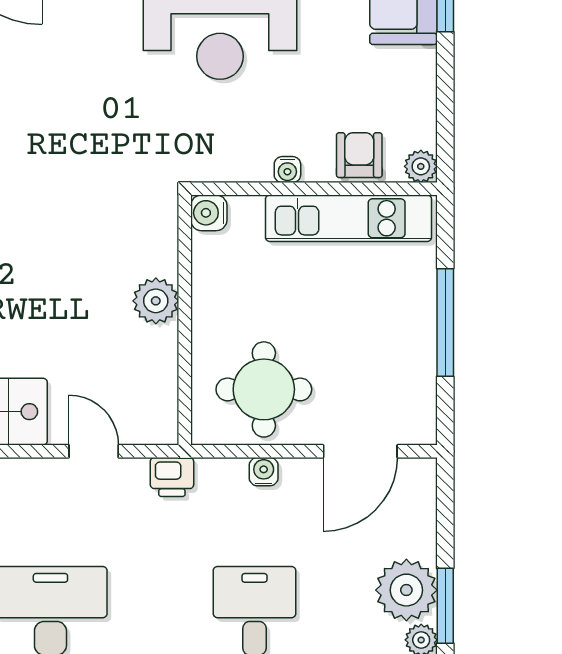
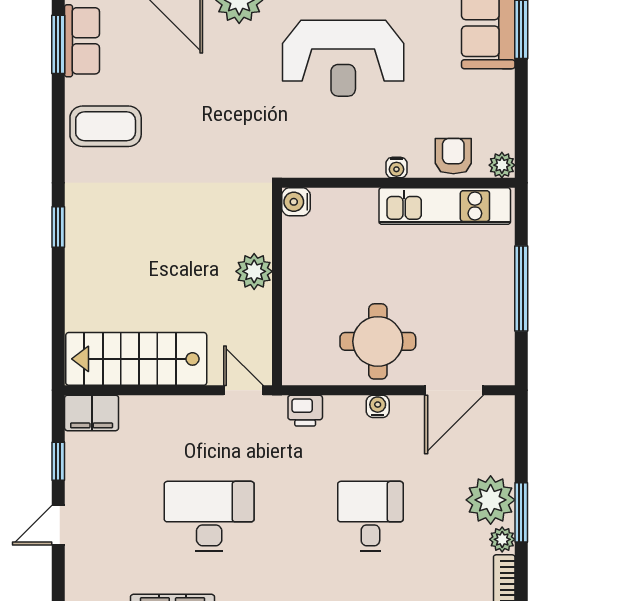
water cooler: (209, 213) -> (296, 202), moved
plant: (156, 301) -> (254, 271), moved
wall: (185, 320) -> (277, 287), moved

